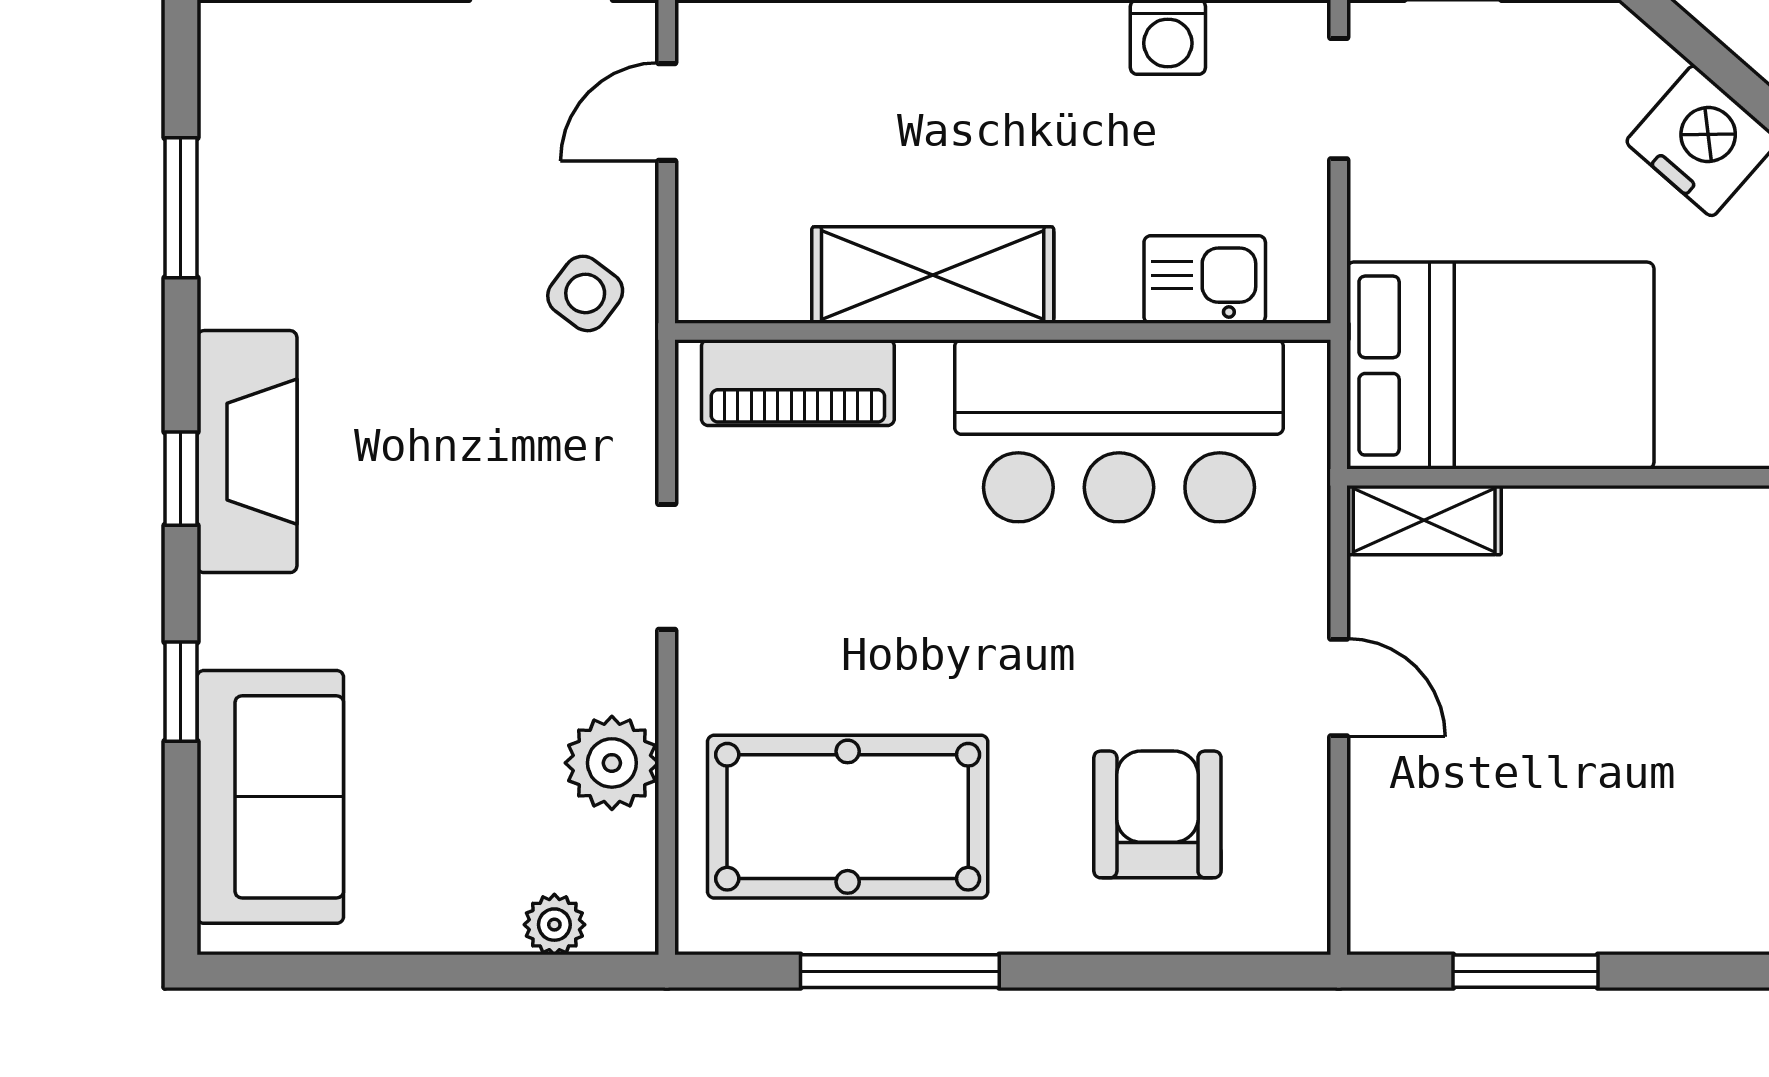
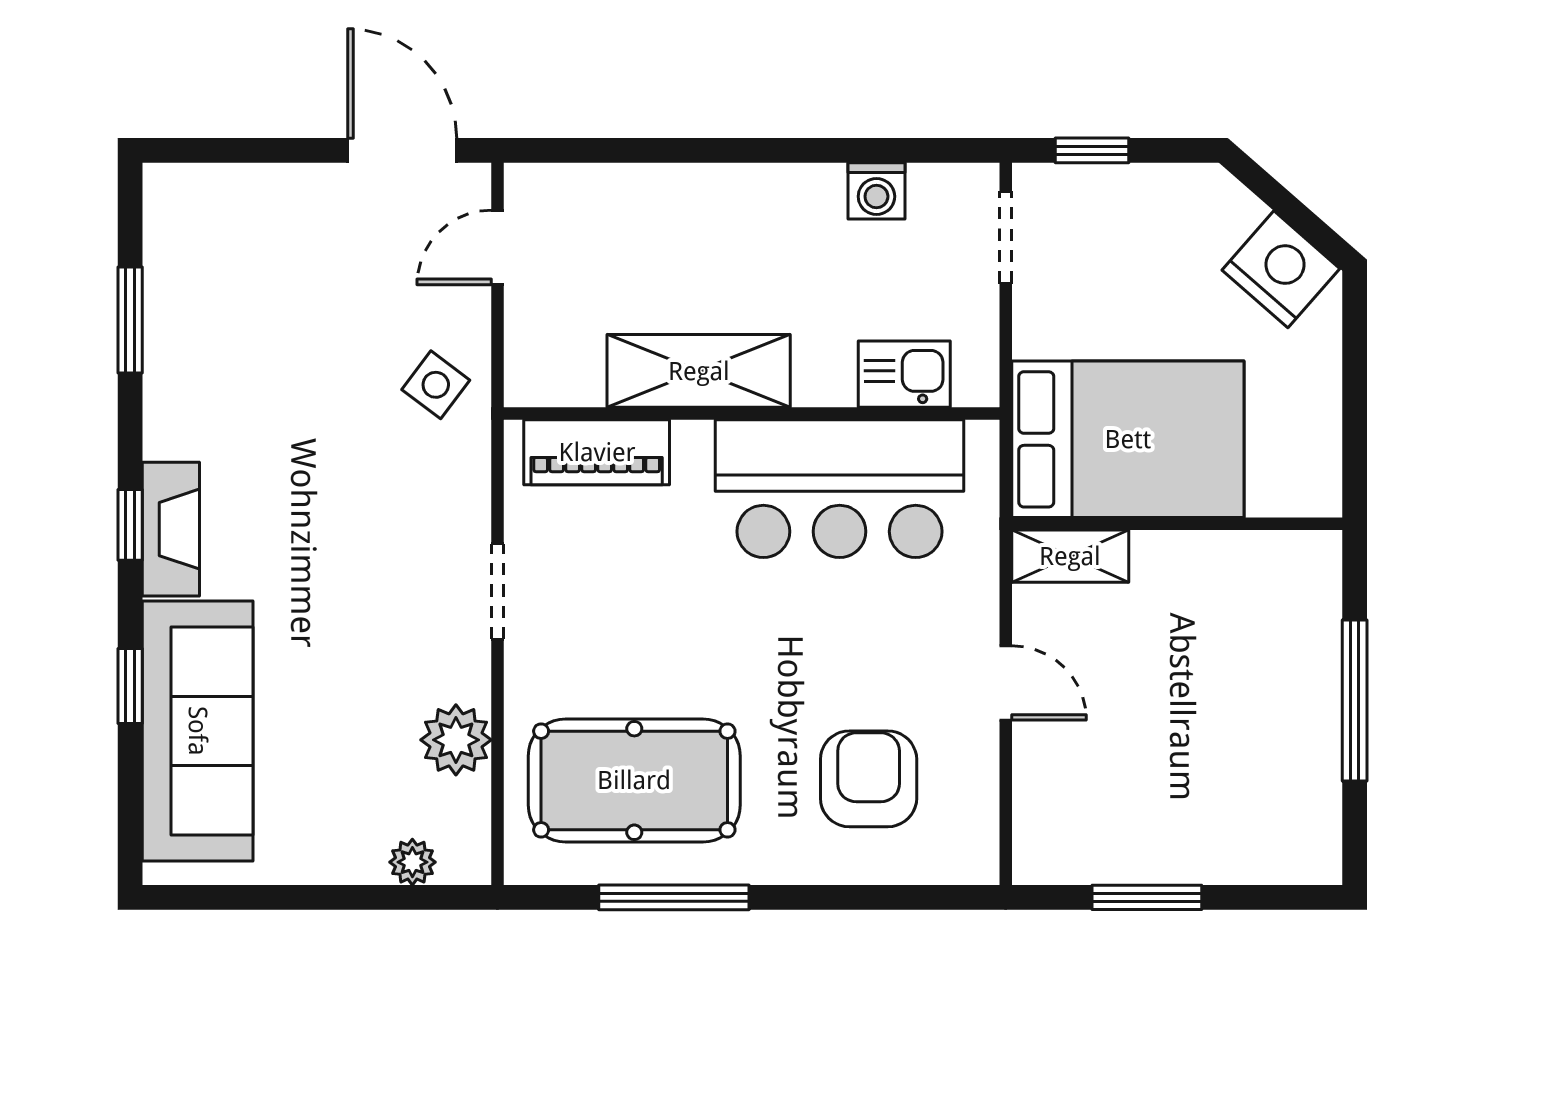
fireplace: (247, 452) -> (171, 529), width x0.73, depth x0.76
sofa: (270, 797) -> (198, 731), width x1.36

